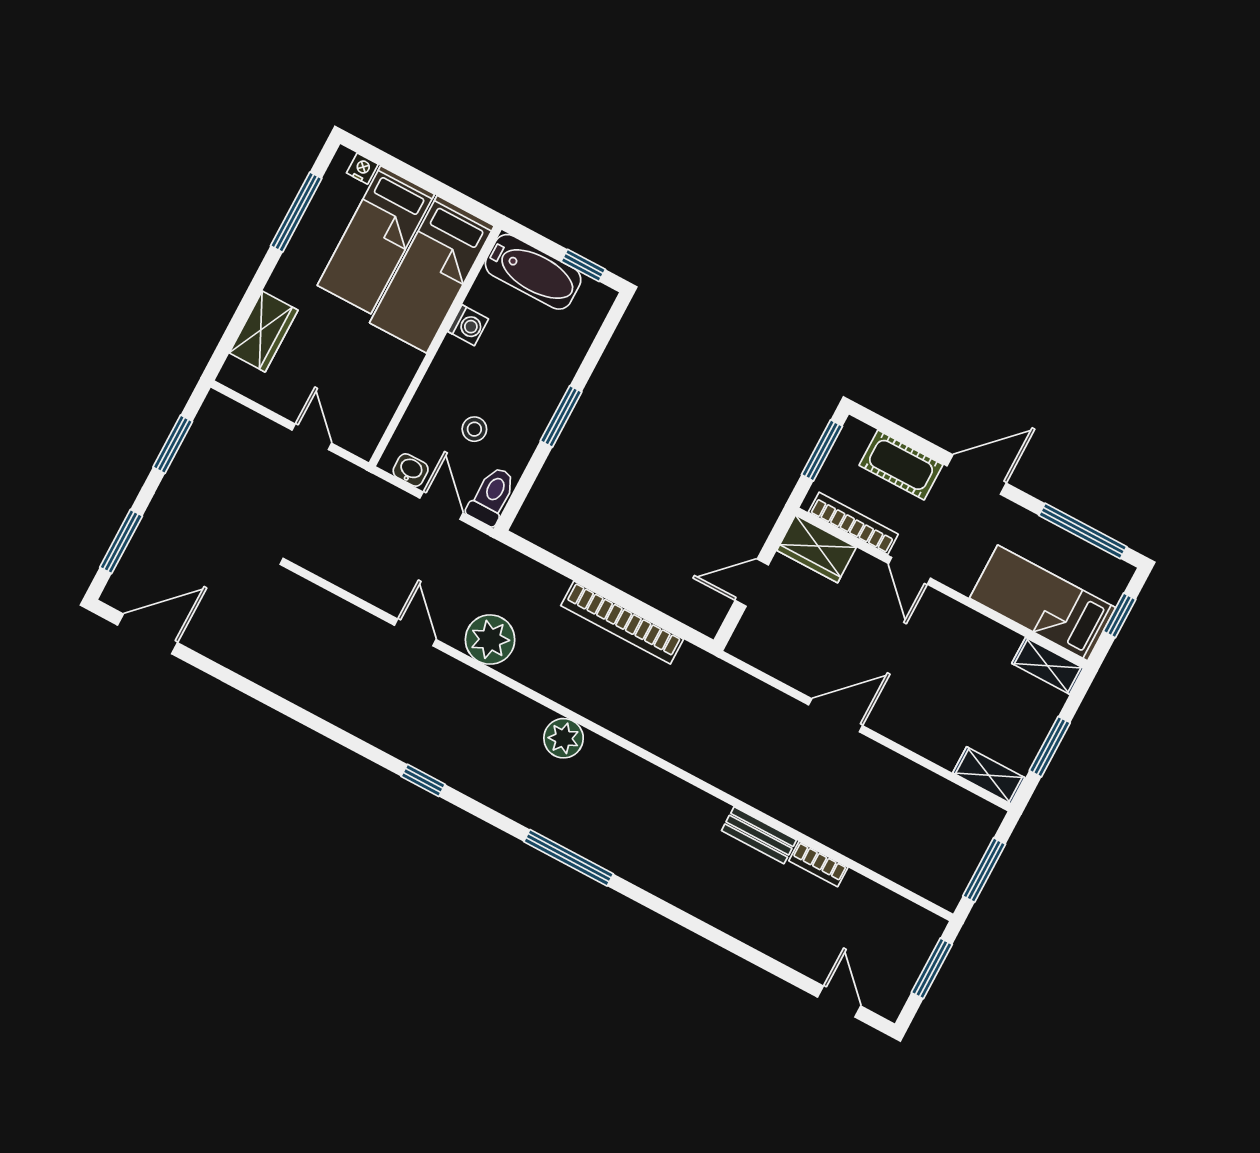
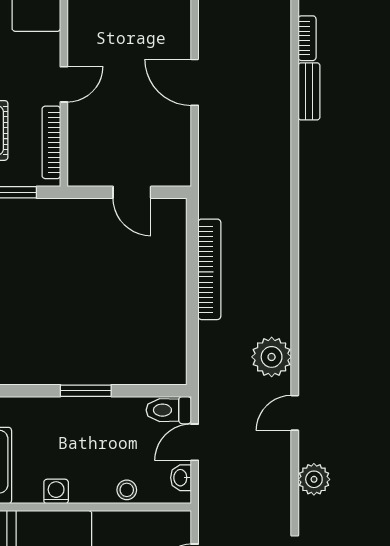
stool: (474, 429) -> (127, 490), moved
wardrobe: (817, 549) -> (83, 159), removed
plant: (564, 738) -> (314, 479), moved

